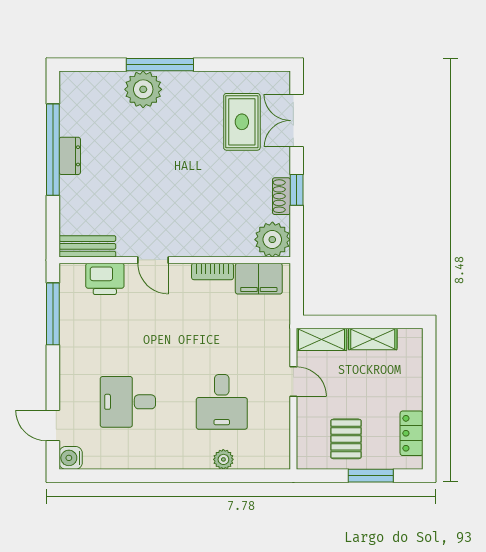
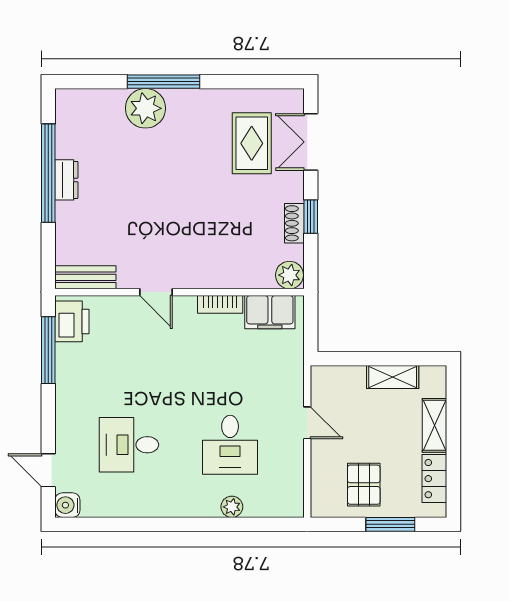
plant: (272, 240) -> (289, 275), width x0.73, depth x0.73
printer: (105, 279) -> (72, 321), moved, turned -90
shelving: (322, 339) -> (434, 425), moved, turned 90

